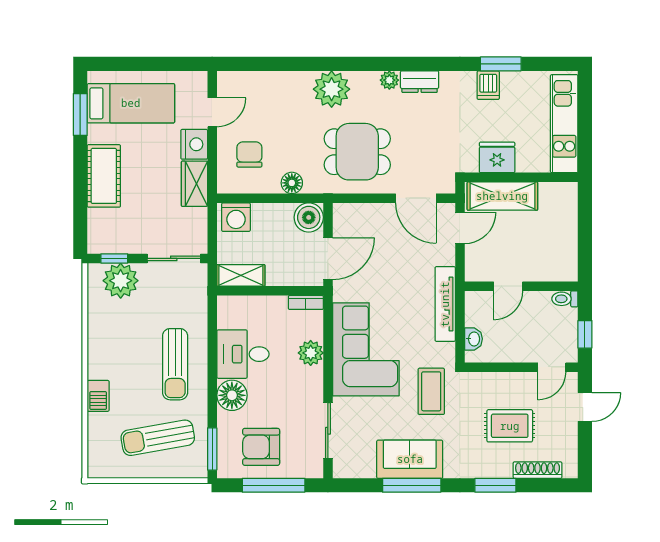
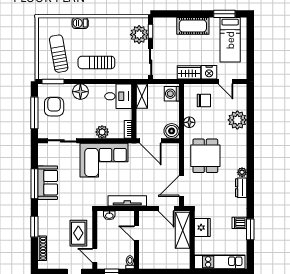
plant: (332, 89) -> (237, 120), moved
desk: (243, 354) -> (118, 96), moved, turned 90
coffee table: (431, 391) -> (82, 194), removed
rug: (510, 426) -> (78, 233), moved

